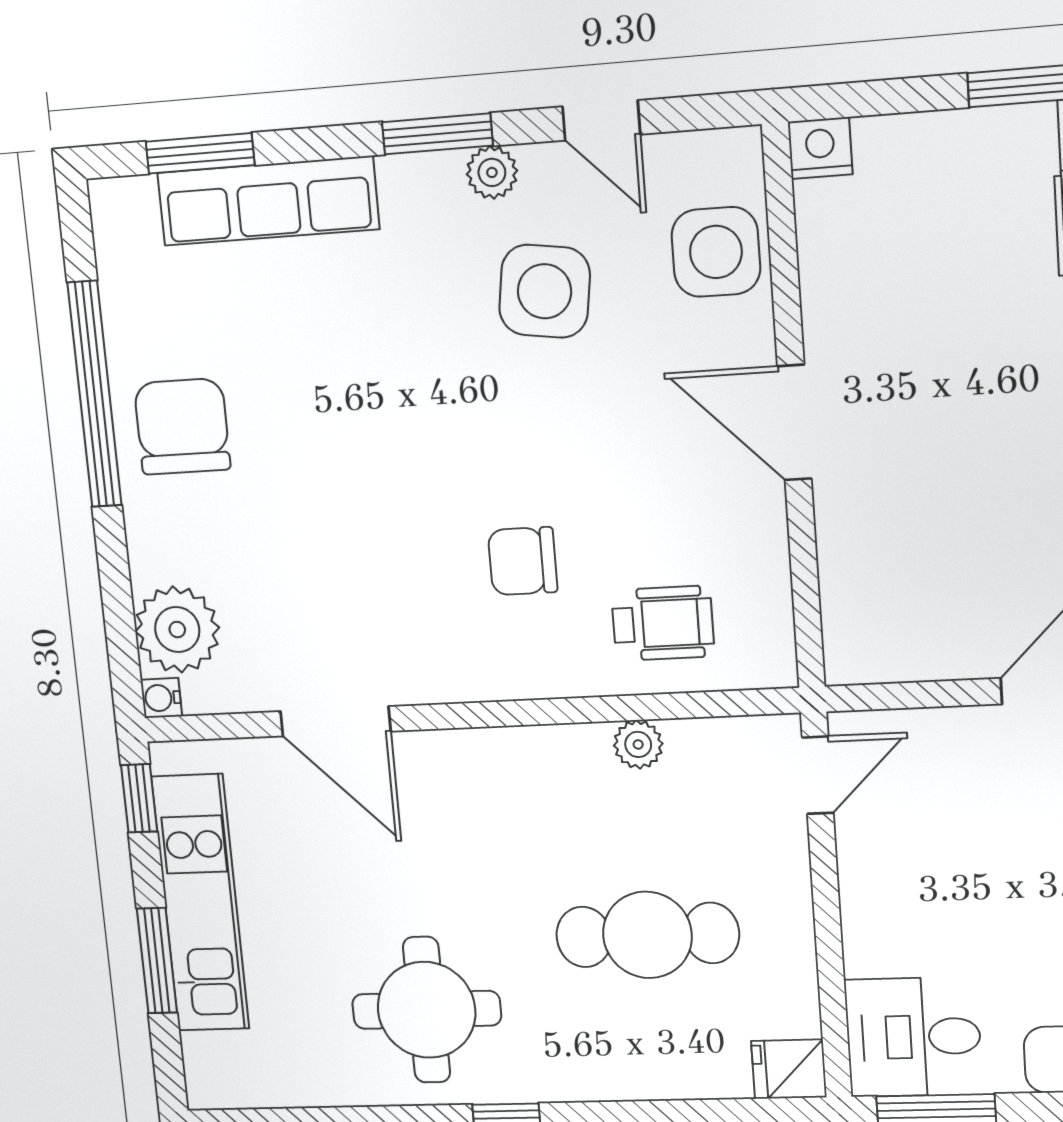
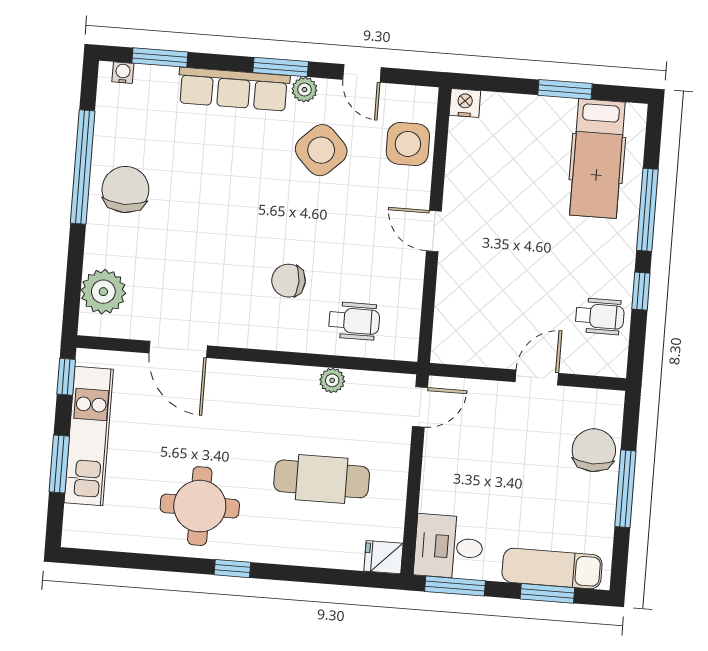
row of seats: (268, 201) -> (234, 89), moved
side table: (545, 291) -> (321, 150), turned 38
door: (795, 423) -> (434, 231), width x0.73
water cooler: (161, 698) -> (123, 73), moved, turned 90

